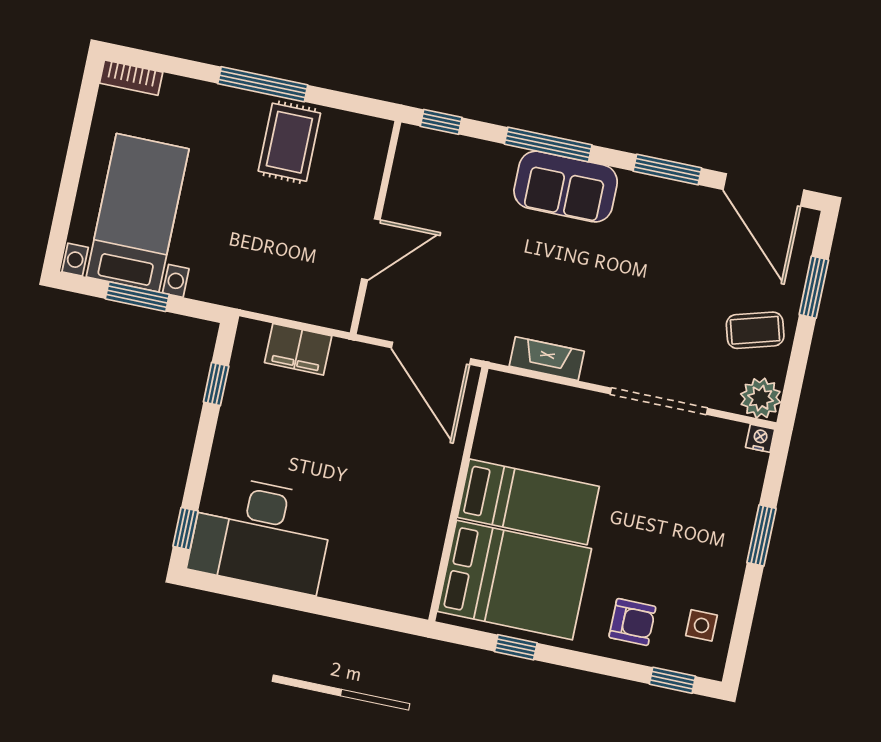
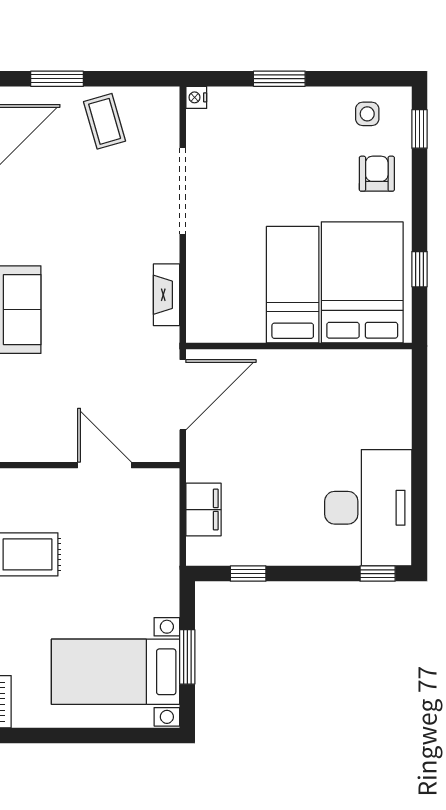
plant: (761, 398) -> (162, 104), removed

